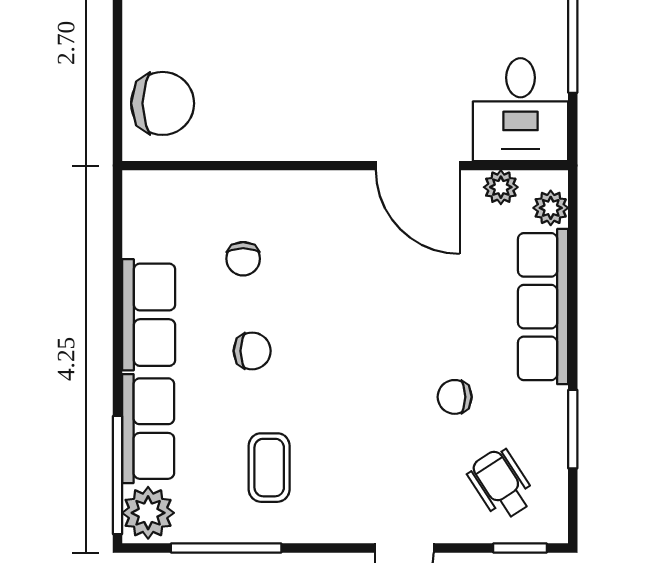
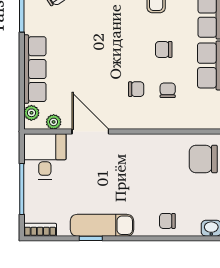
chair: (455, 397) -> (136, 89), moved

